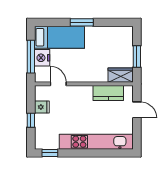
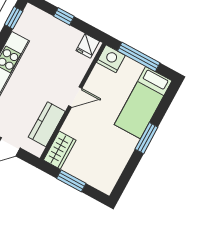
nightstand: (42, 58) -> (111, 59), moved
door: (58, 84) -> (75, 97), moved
fridge: (42, 107) -> (88, 46), moved

